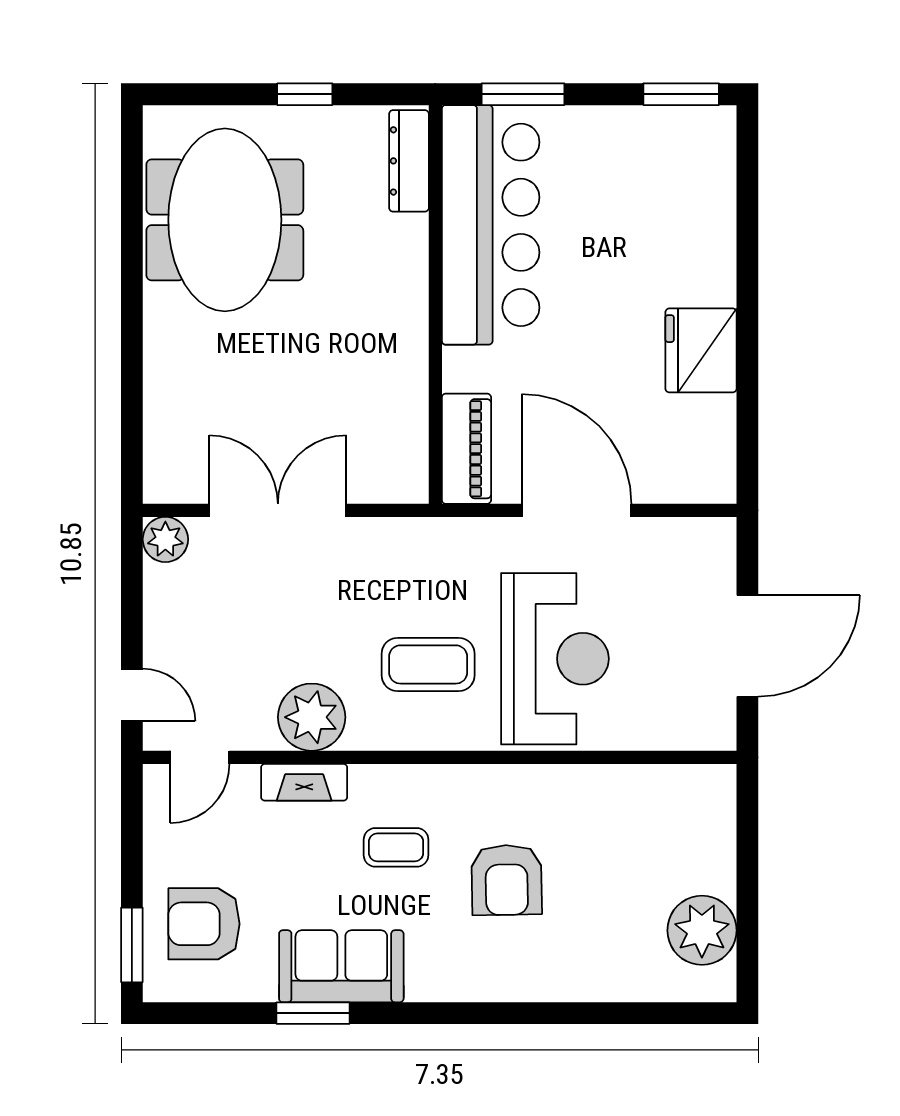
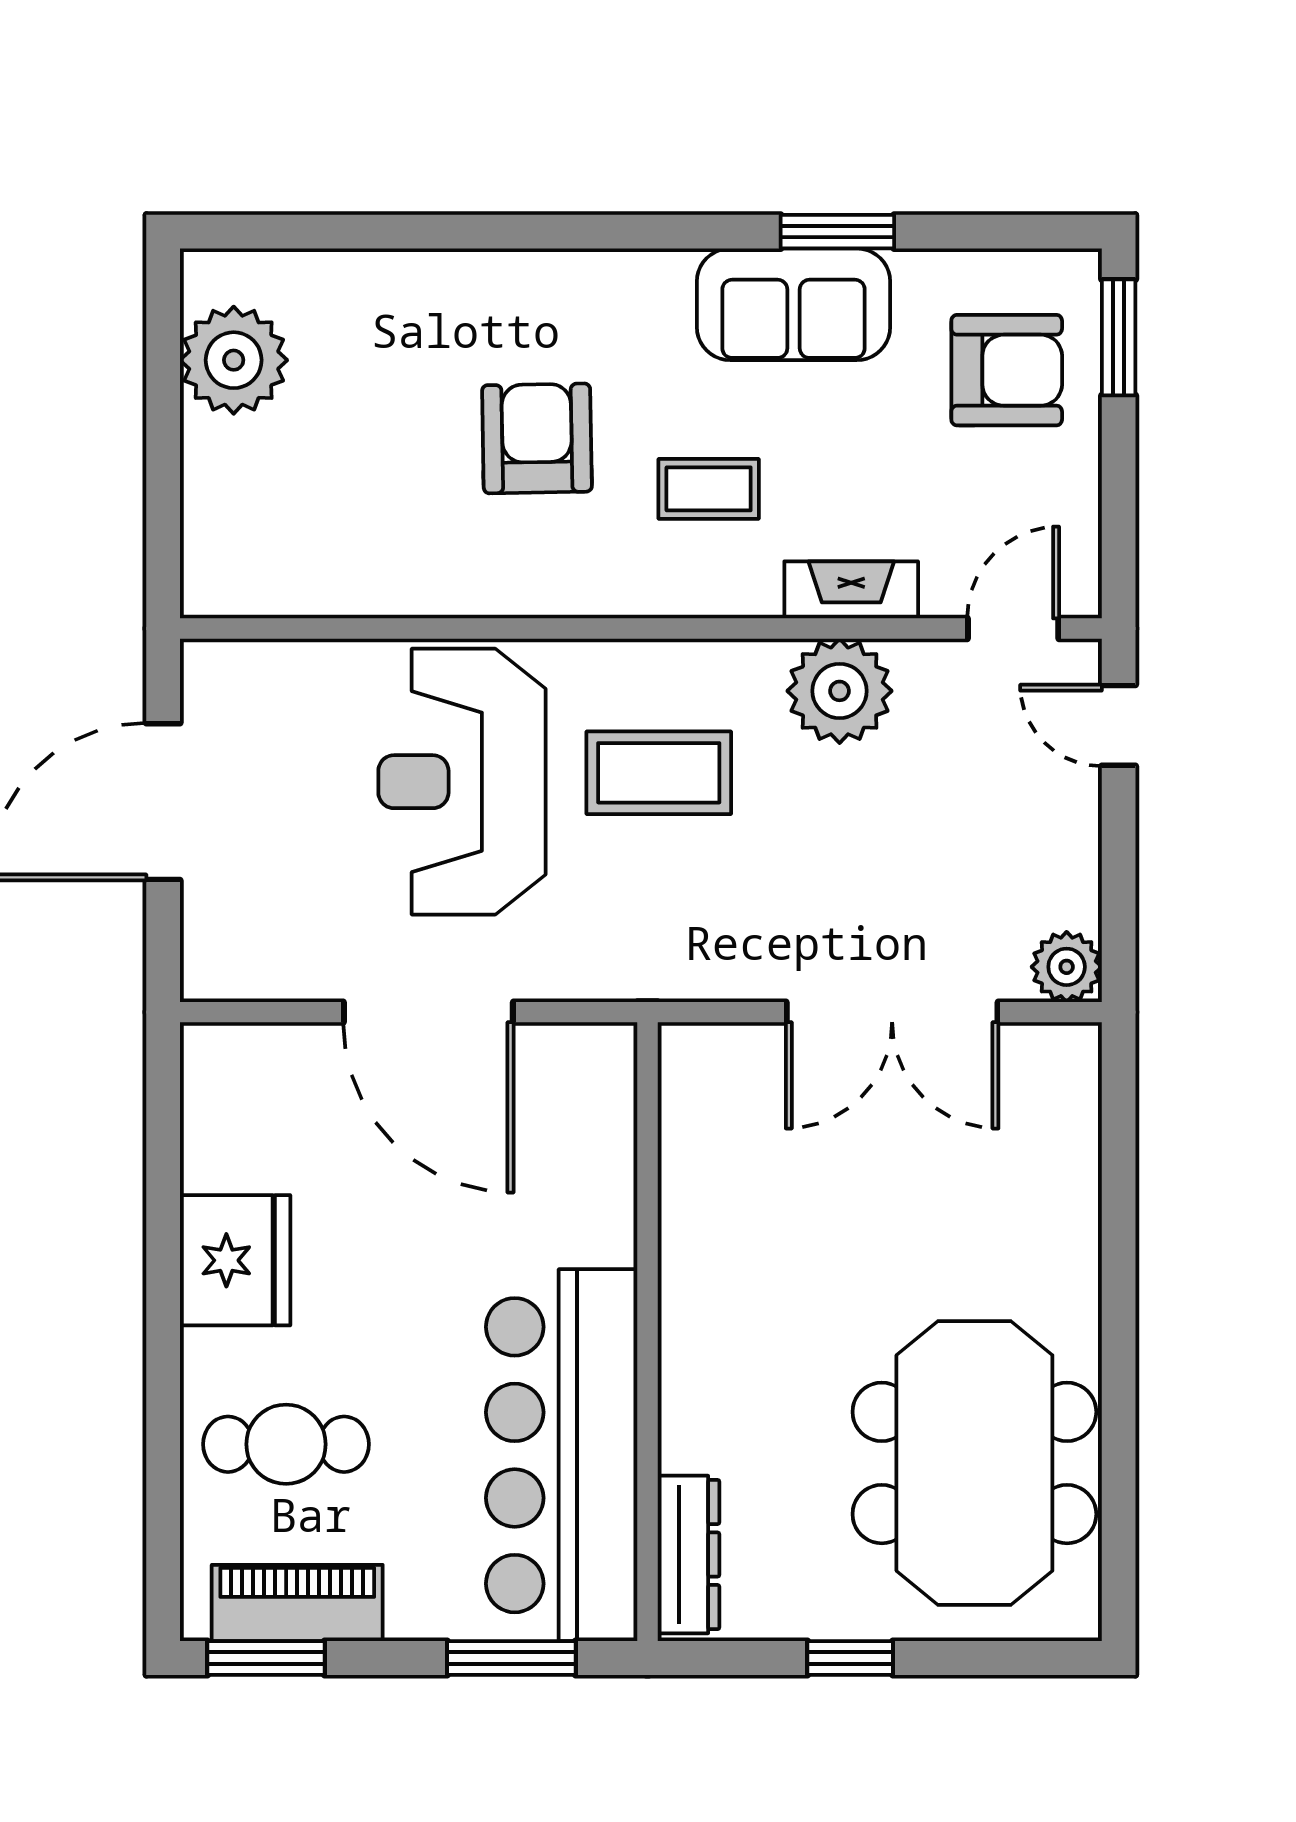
cafe table: (668, 232) -> (286, 1444), added
piano: (466, 449) -> (297, 1603), moved, turned 90

